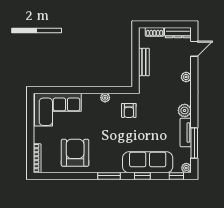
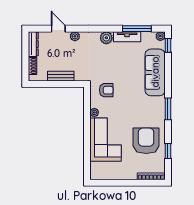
door: (194, 49) -> (58, 29), moved
corner sofa: (58, 110) -> (106, 140), moved
armchair: (75, 153) -> (146, 141), turned 90
window: (142, 176) -> (168, 151), moved

